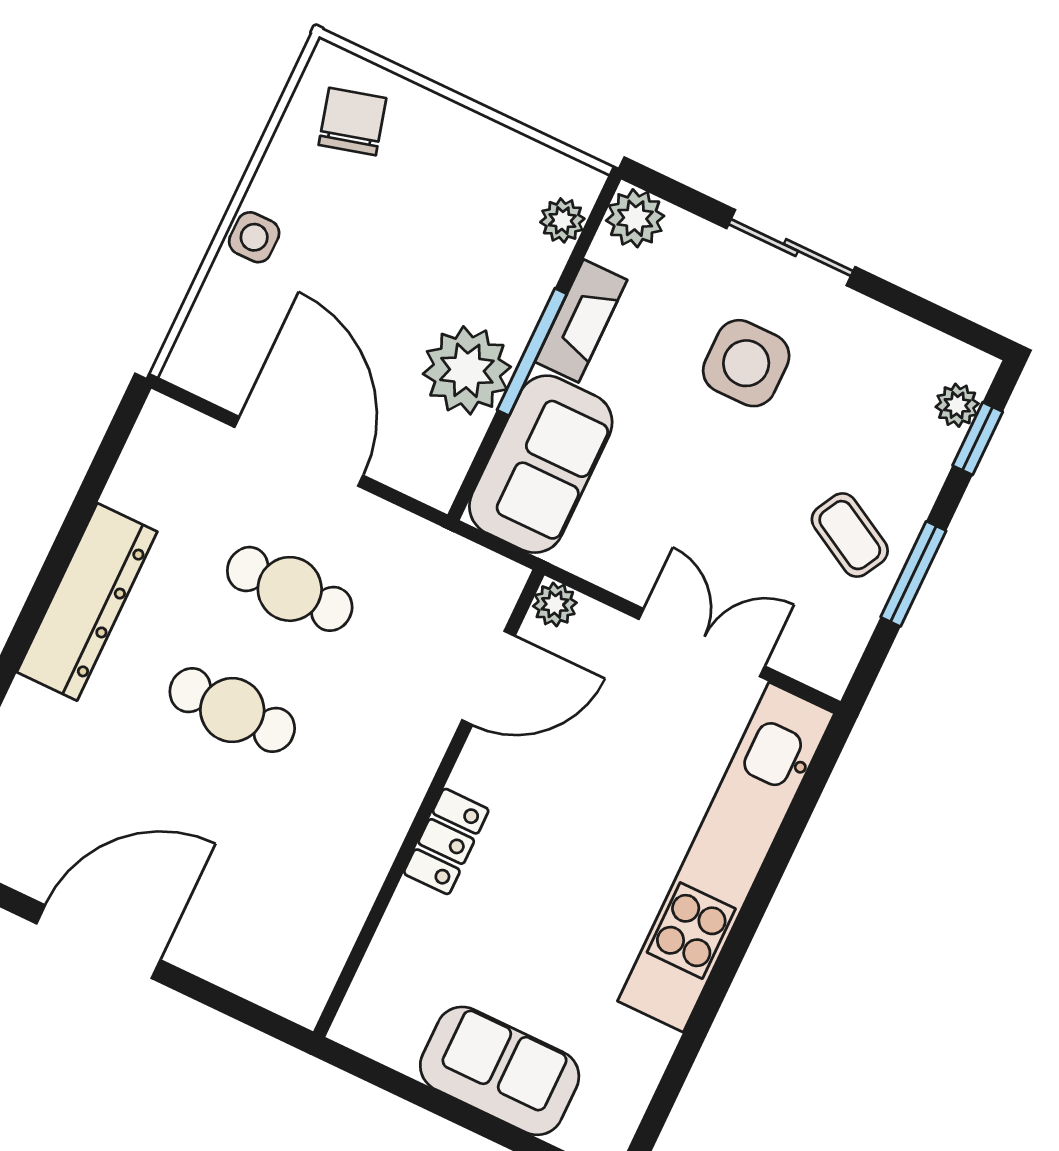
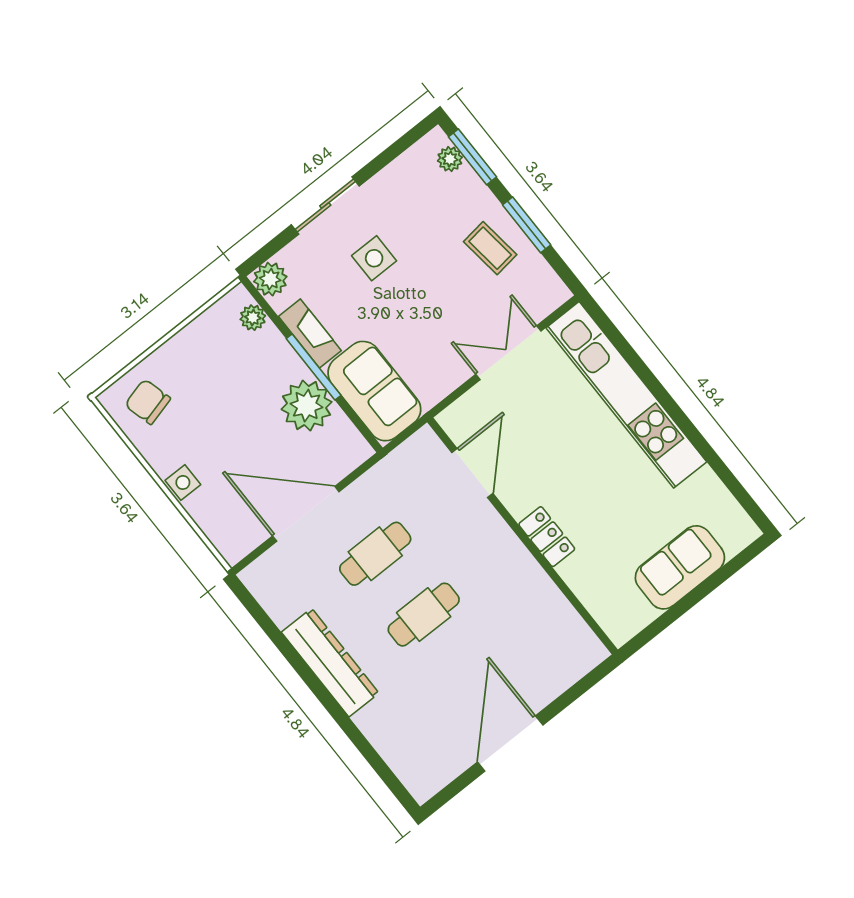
side table: (746, 363) -> (374, 258), width x0.73, depth x0.73
window: (978, 439) -> (472, 157), width x1.50
coffee table: (850, 535) -> (490, 248), turned 54
plant: (555, 604) -> (451, 420), removed

